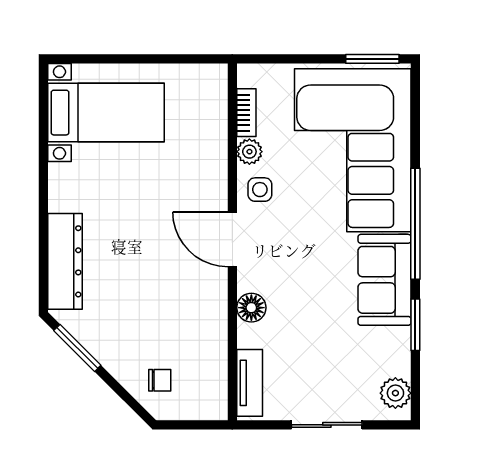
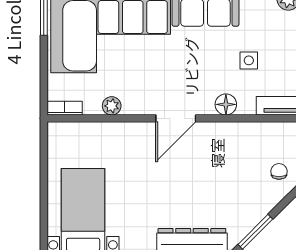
bookcase: (246, 113) -> (65, 108), moved
side table: (260, 190) -> (249, 60), moved

